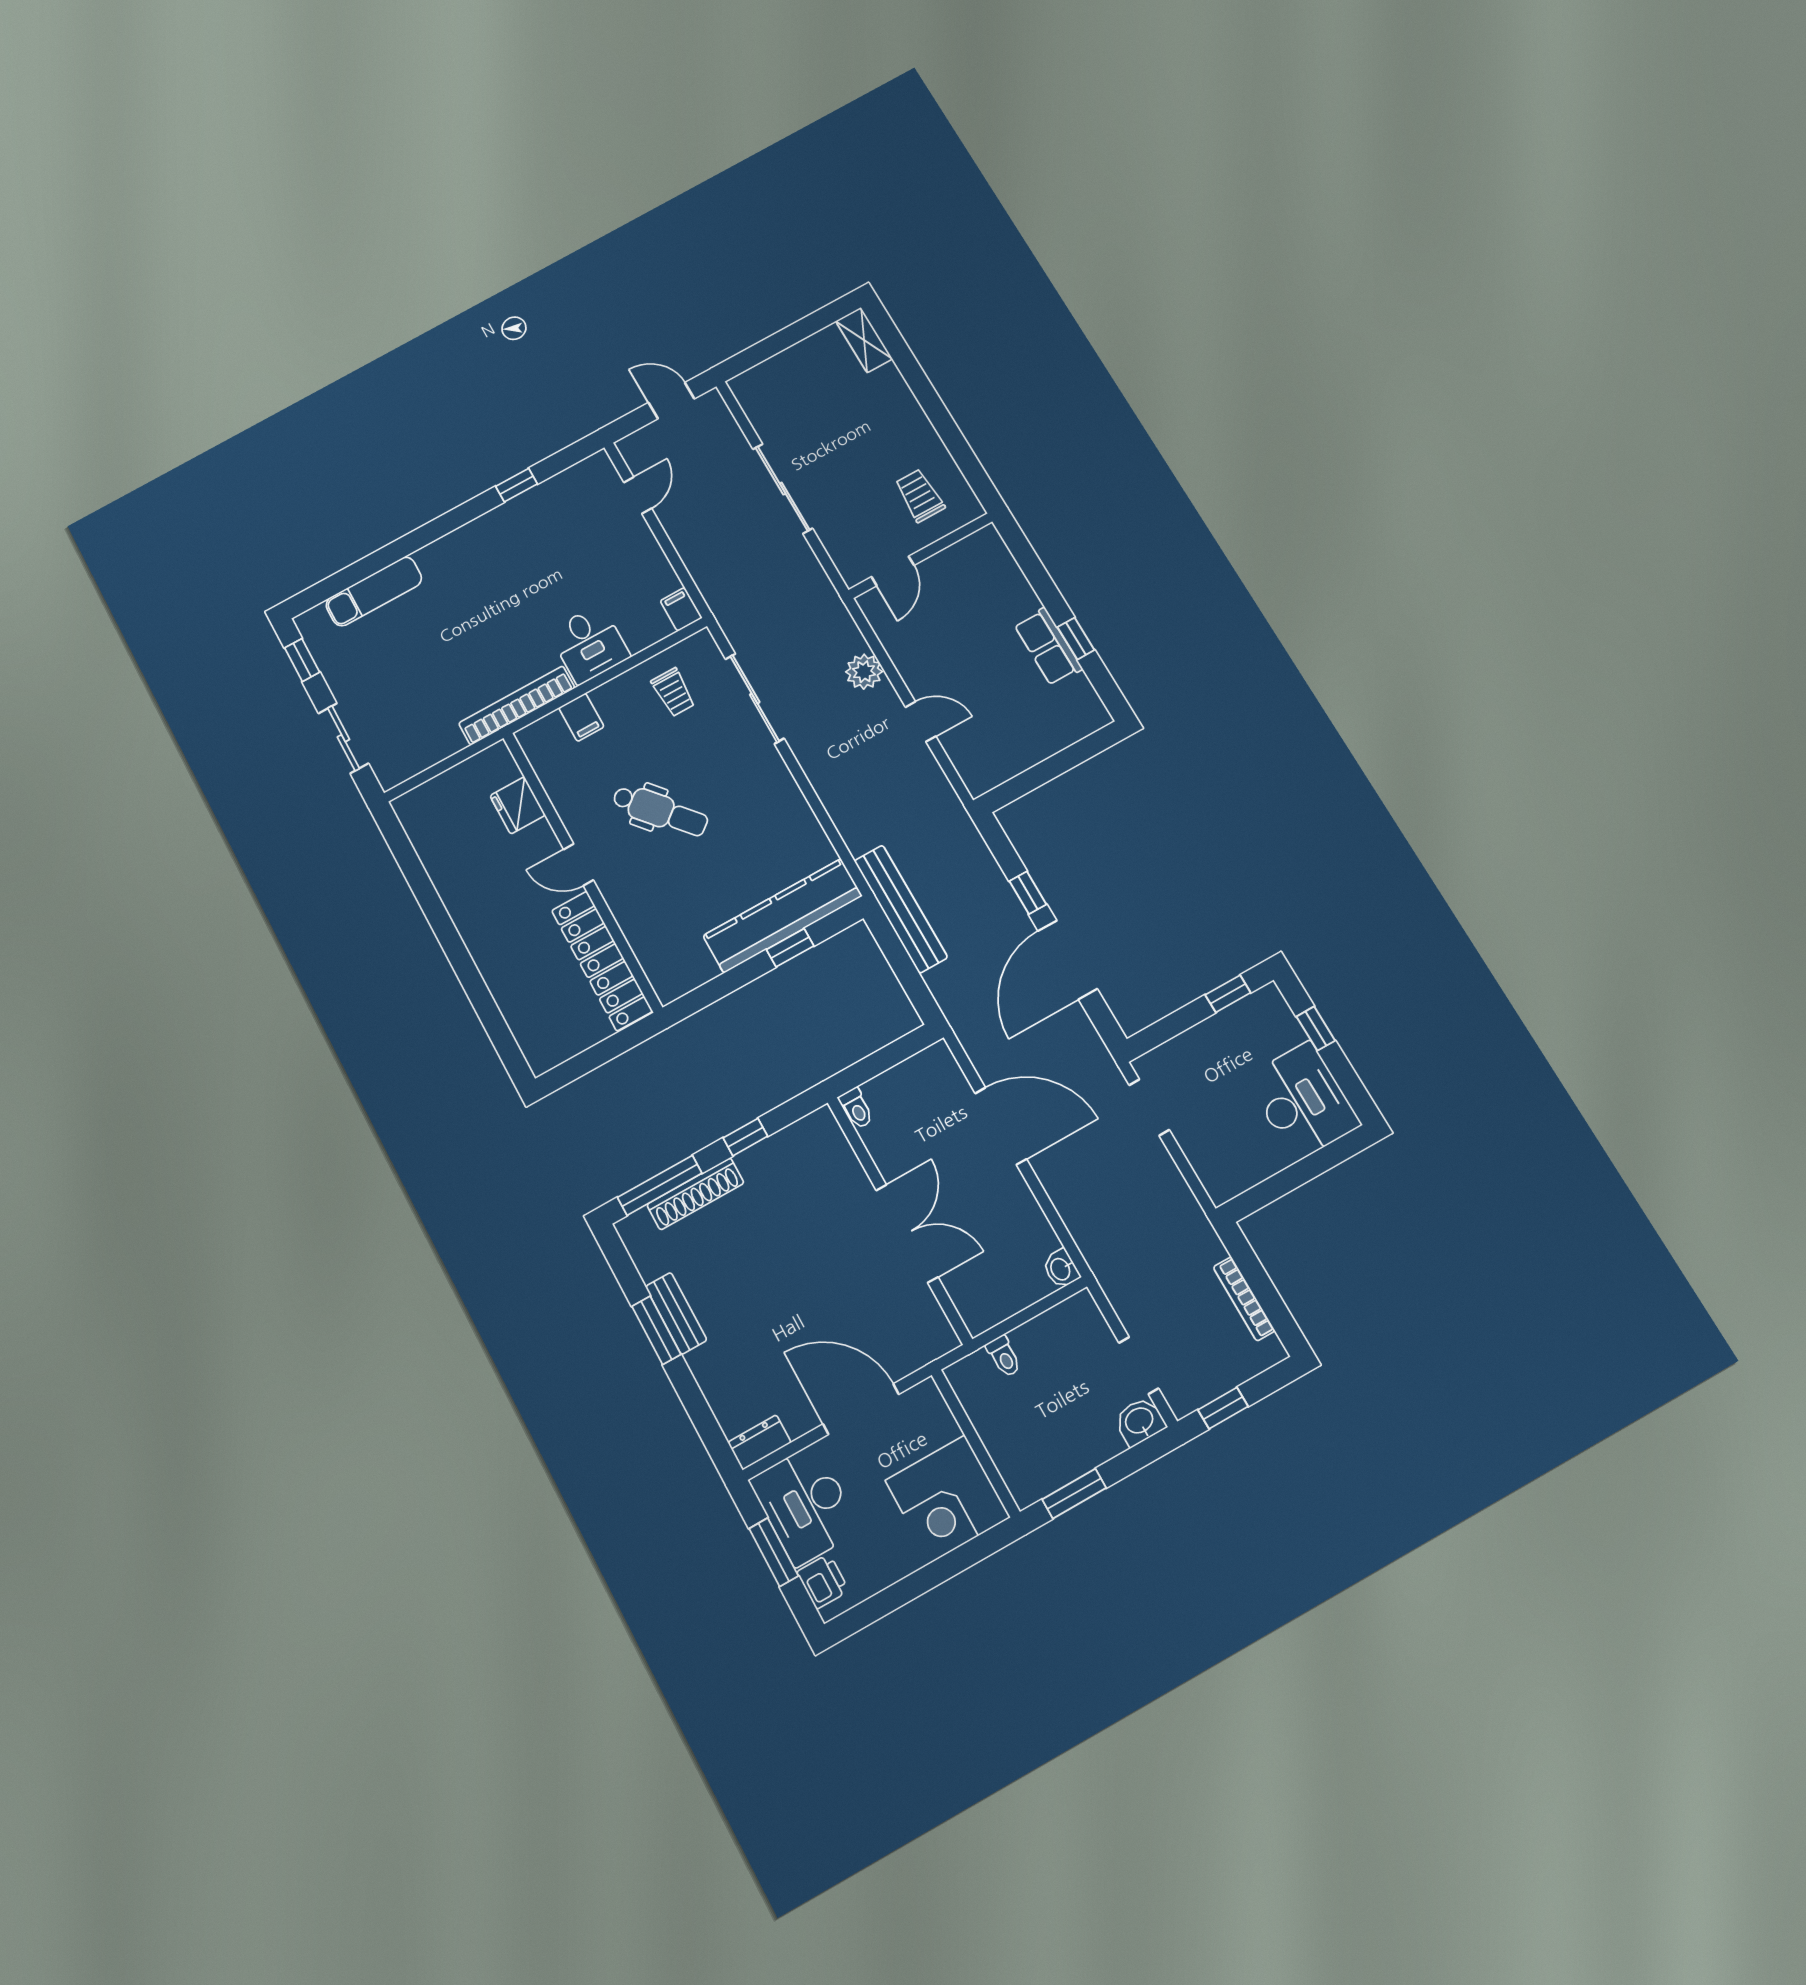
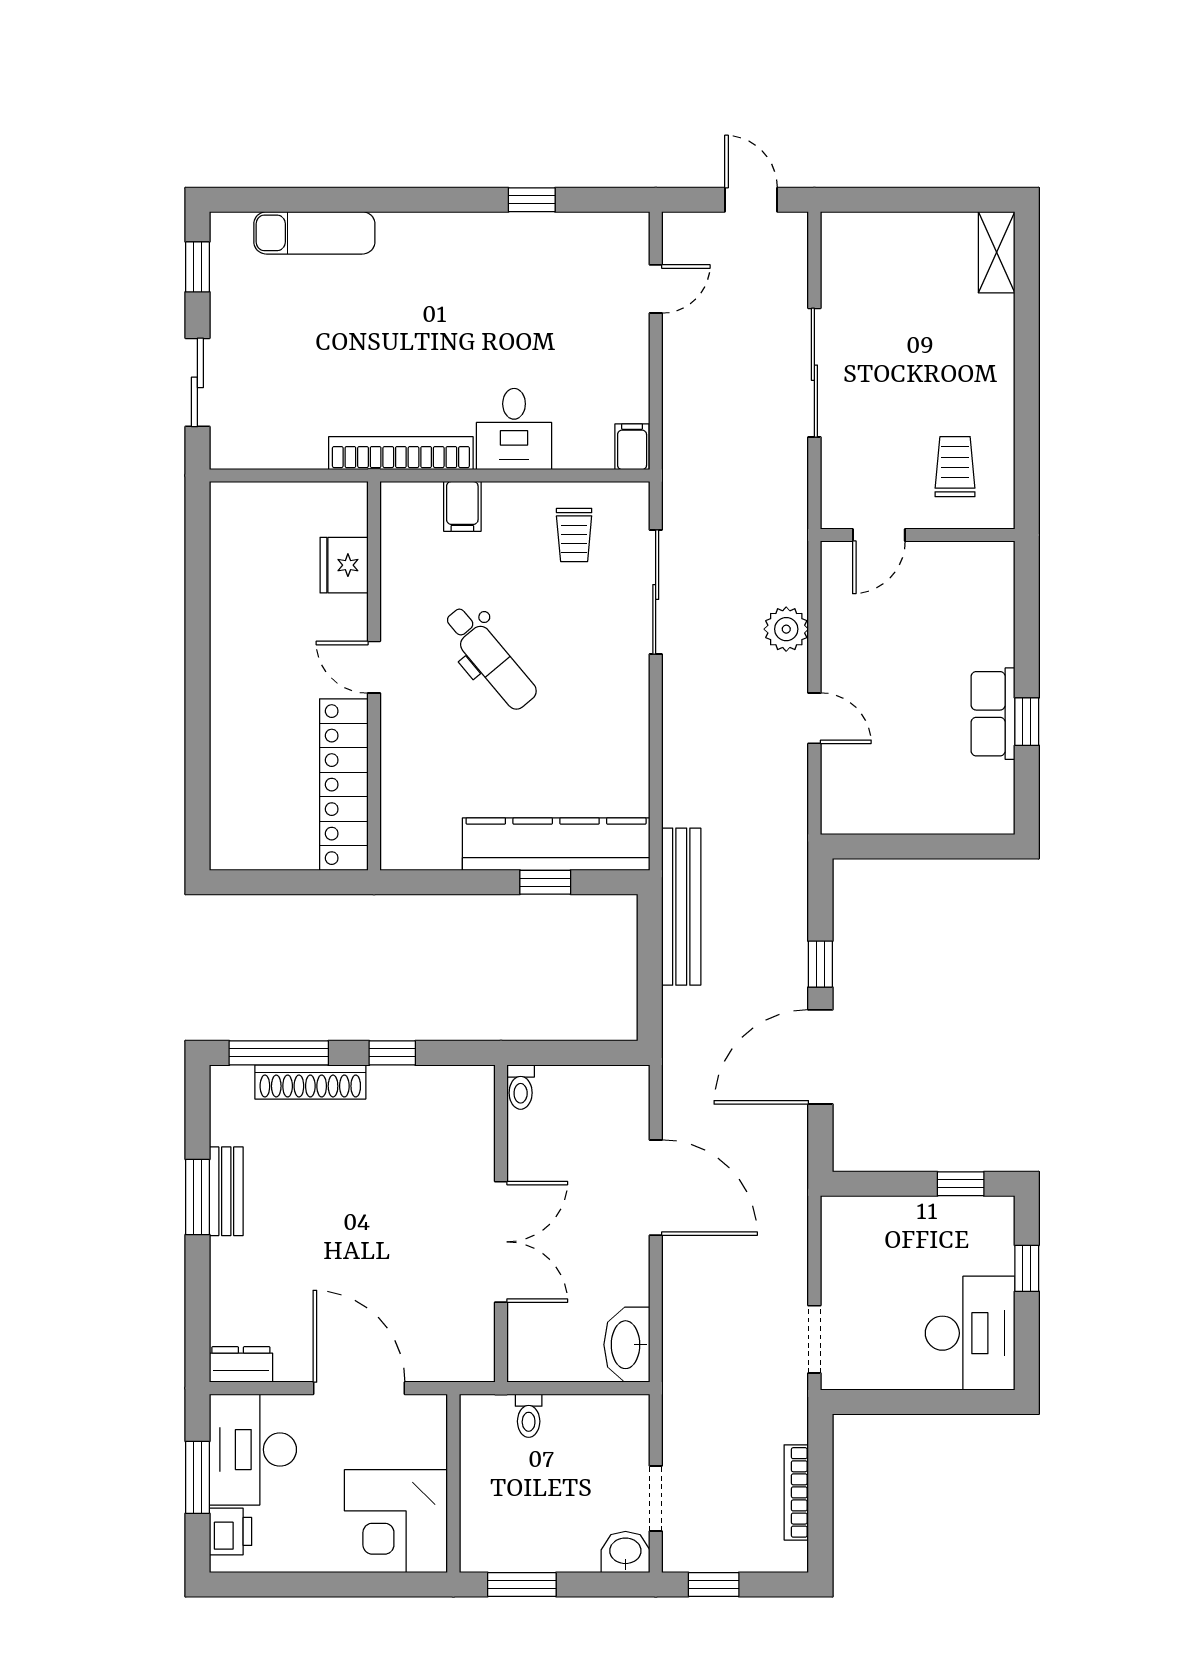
doorway: (1149, 1107) -> (814, 1339), moved
washbasin: (1061, 1269) -> (627, 1345), width x1.91, depth x1.45

